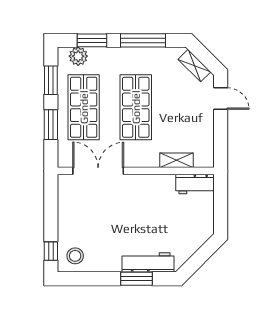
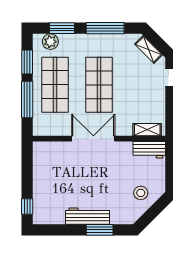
window: (51, 125) -> (27, 99), width x1.44
shelving: (176, 160) -> (147, 130), moved
double door: (98, 171) -> (93, 139), moved
stool: (75, 256) -> (141, 193), moved
workbench: (148, 262) -> (87, 216), moved

